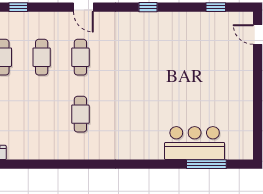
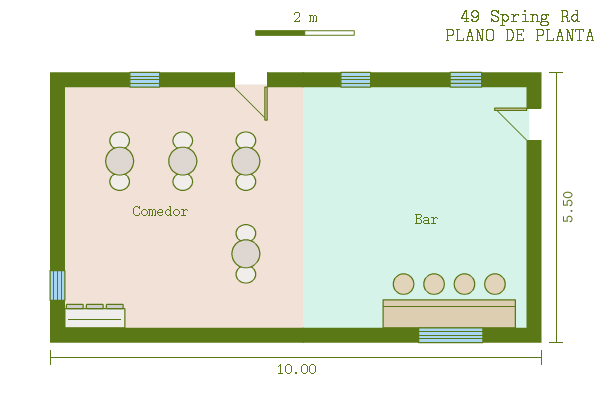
bar counter: (195, 143) -> (449, 301), width x1.36

